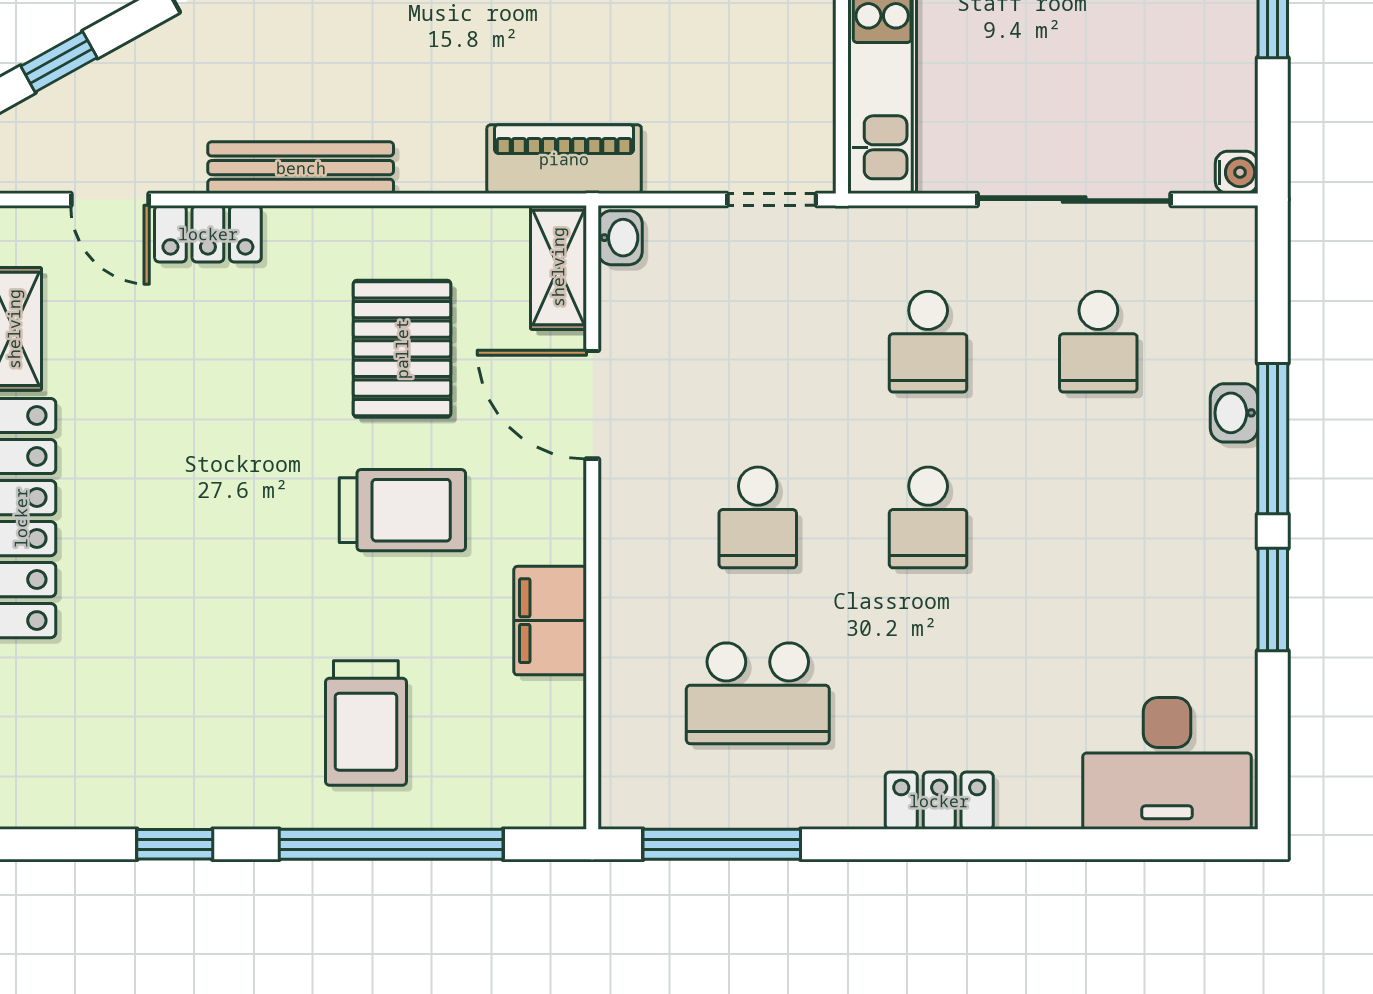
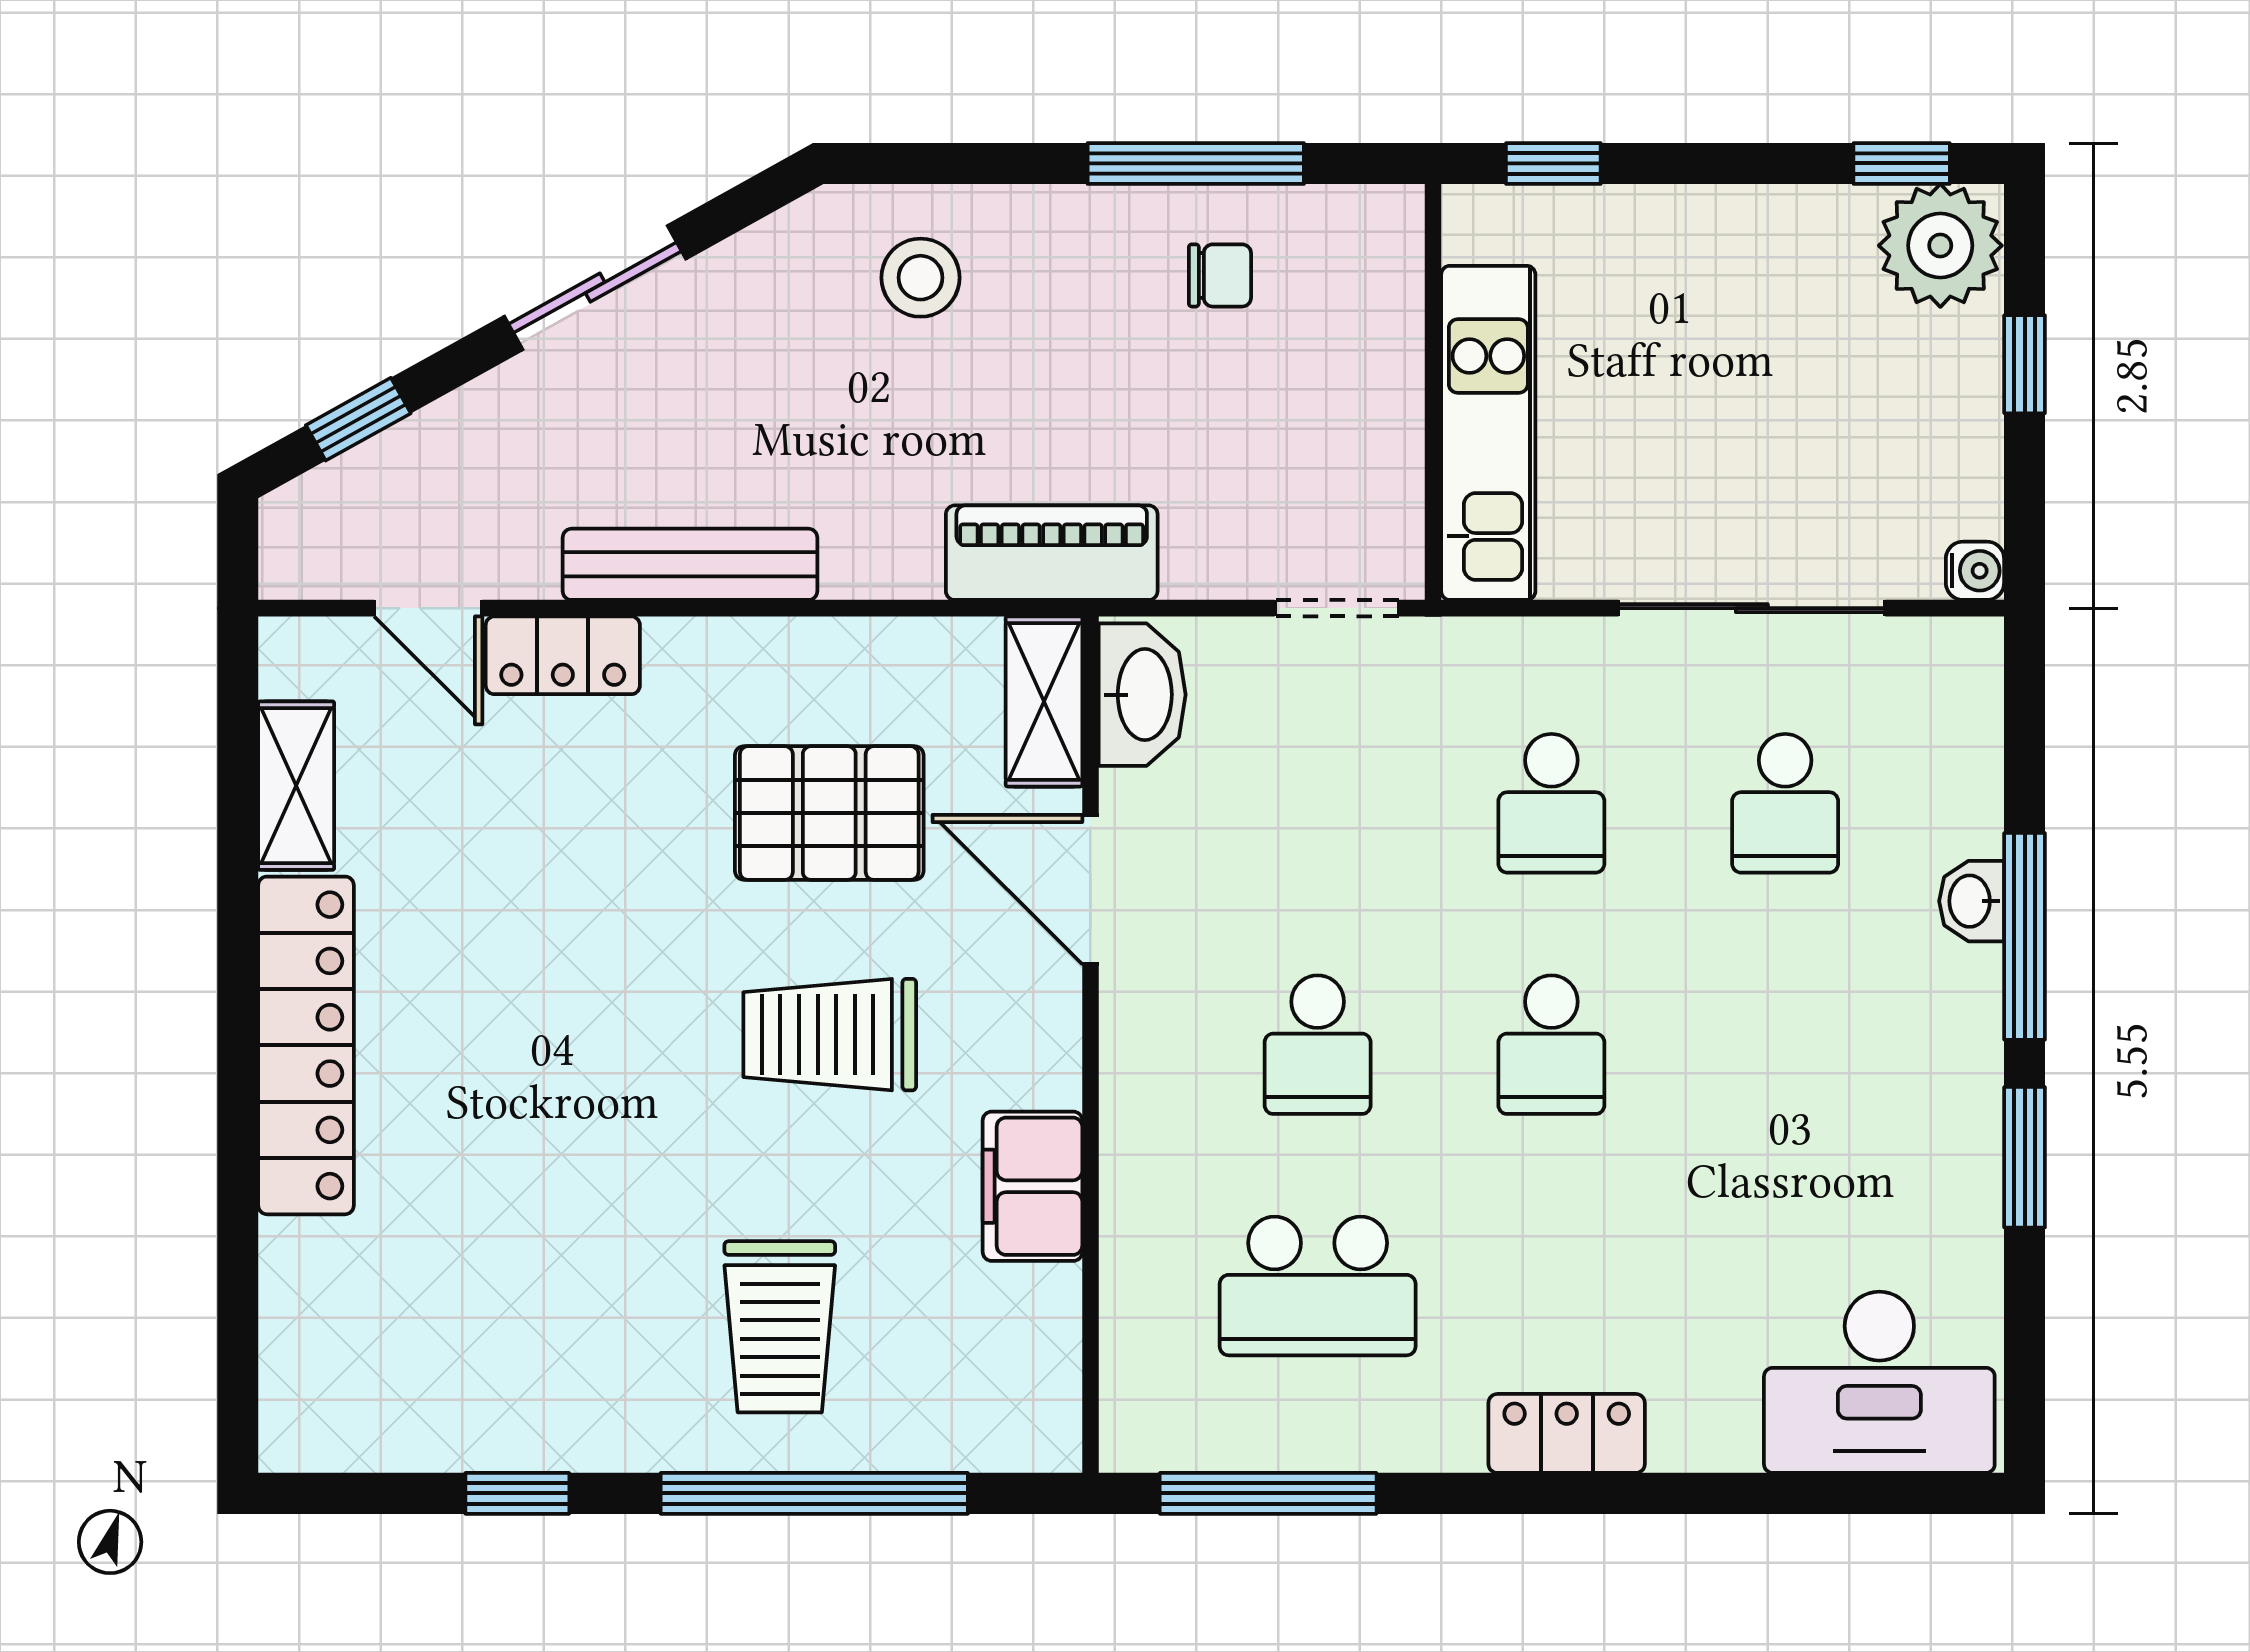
washbasin: (620, 238) -> (1142, 695), width x1.91, depth x1.45
pallet: (402, 349) -> (829, 813), turned 90
trolley: (402, 510) -> (830, 1035), turned 180

